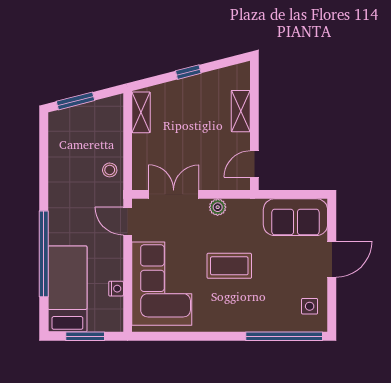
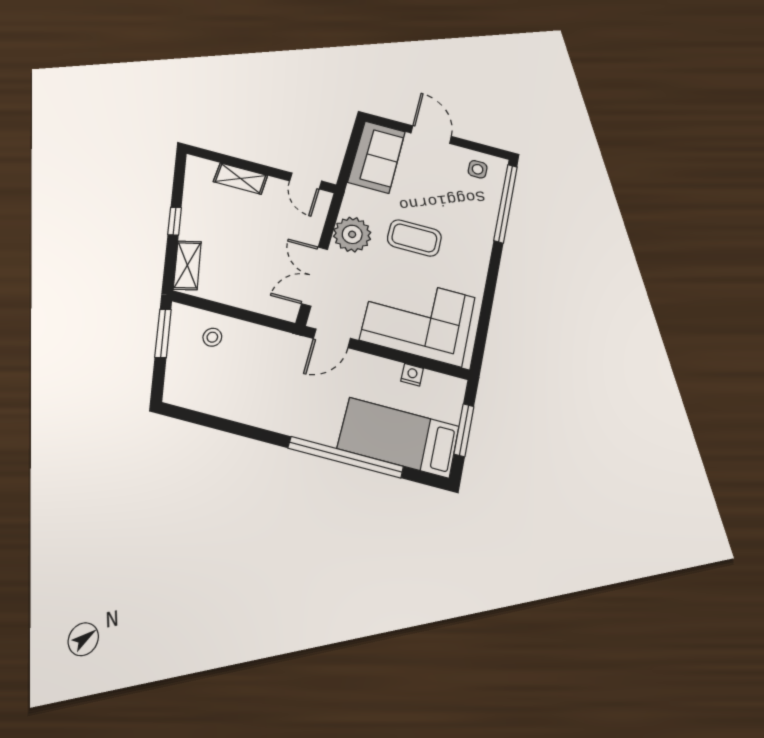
window: (75, 101) -> (163, 333), moved
shelving: (141, 112) -> (187, 265), moved, turned 76
stool: (110, 170) -> (212, 337), moved
plant: (218, 207) -> (352, 234), width x1.87, depth x1.87
coffee table: (229, 266) -> (414, 238), turned 90

